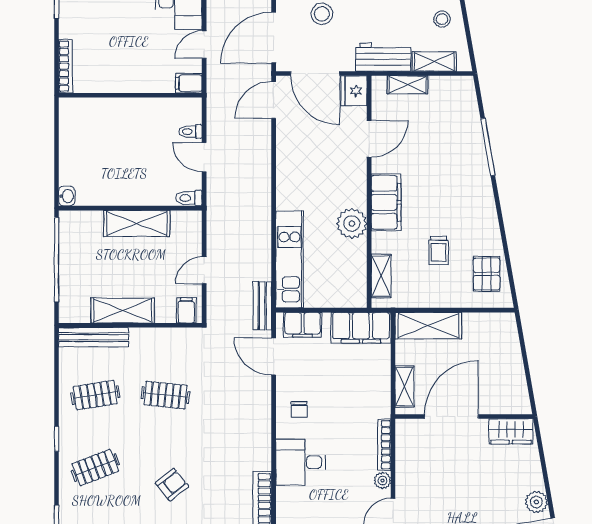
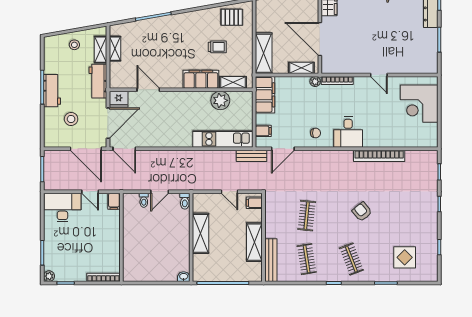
shelving: (408, 85) -> (115, 49), moved
filing cabinet: (386, 202) -> (201, 79), moved
plant: (352, 224) -> (220, 100), moved
filing cabinet: (303, 325) -> (263, 131), width x0.50
plant: (382, 481) -> (315, 82), moved

